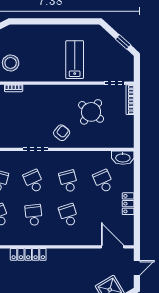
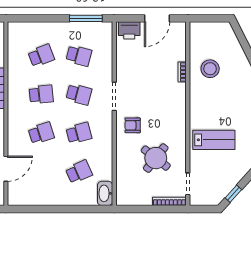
armchair: (62, 133) -> (133, 125), turned 141
school desk: (34, 181) -> (79, 94), turned 39
locker: (128, 204) -> (54, 199), removed
door: (113, 247) -> (6, 169), moved

